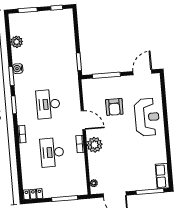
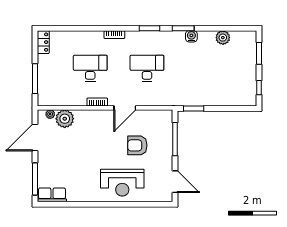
plant: (95, 145) -> (65, 119), moved

